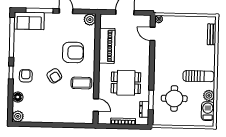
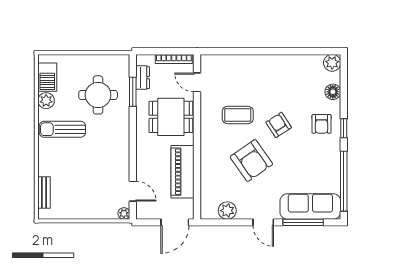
sofa: (29, 21) -> (310, 206), width x1.36
piano: (107, 46) -> (182, 172), moved
armchair: (73, 52) -> (251, 161), turned -125
wall: (97, 69) -> (197, 137), moved
door: (96, 105) -> (197, 82), moved

